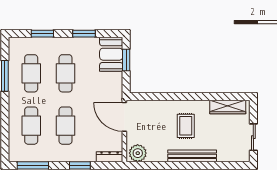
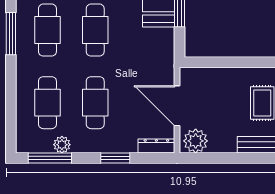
door: (124, 117) -> (177, 106), moved
plant: (42, 156) -> (62, 145), added

